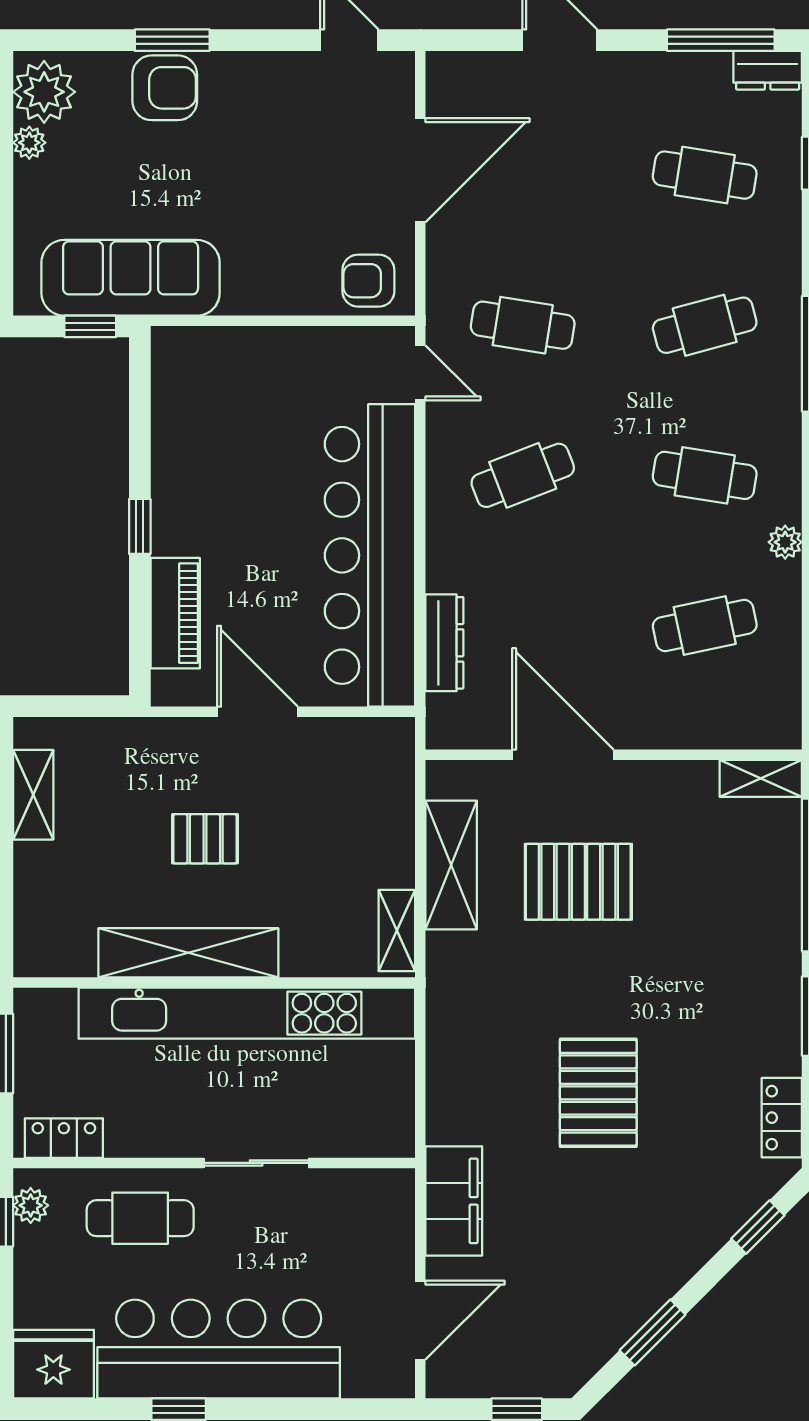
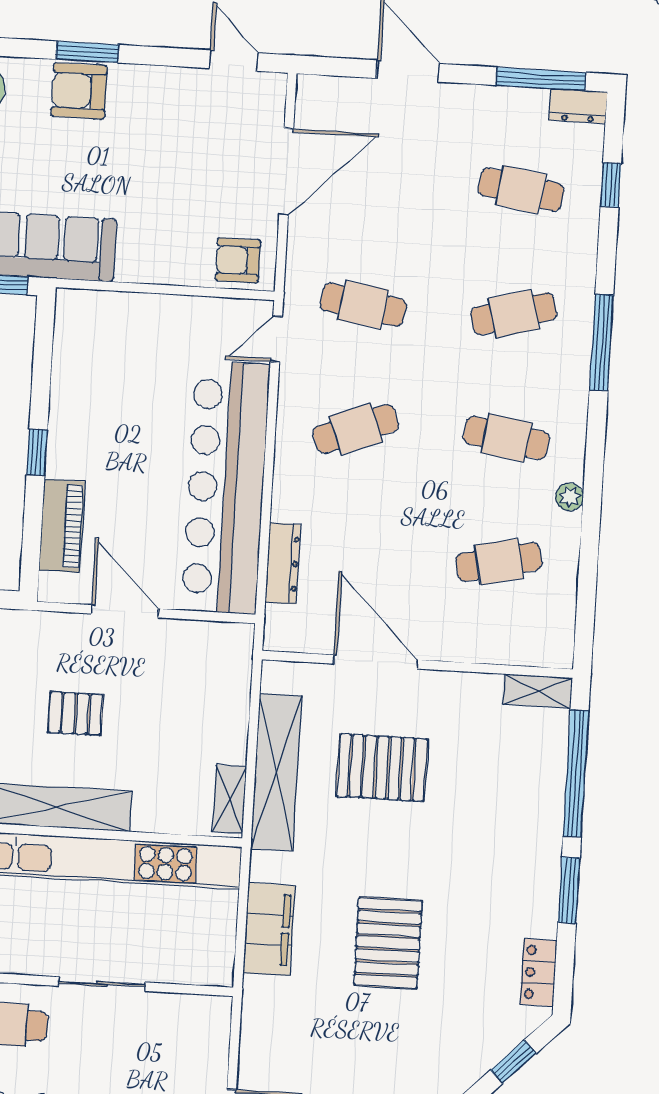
armchair: (165, 88) -> (79, 91), turned 180
door: (420, 373) -> (276, 339), swing flipped
shelving: (451, 865) -> (276, 772), width x1.47
filing cabinet: (454, 1201) -> (269, 929), moved

